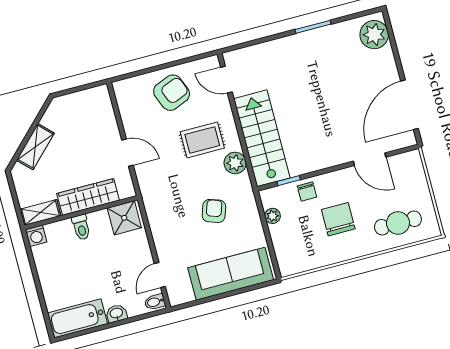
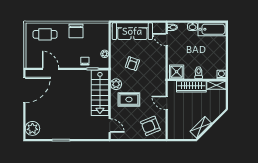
armchair: (172, 93) -> (150, 126), moved
shelving: (35, 147) -> (201, 127), moved
chair: (338, 219) -> (76, 31), moved
door: (160, 275) -> (167, 40), swing flipped

